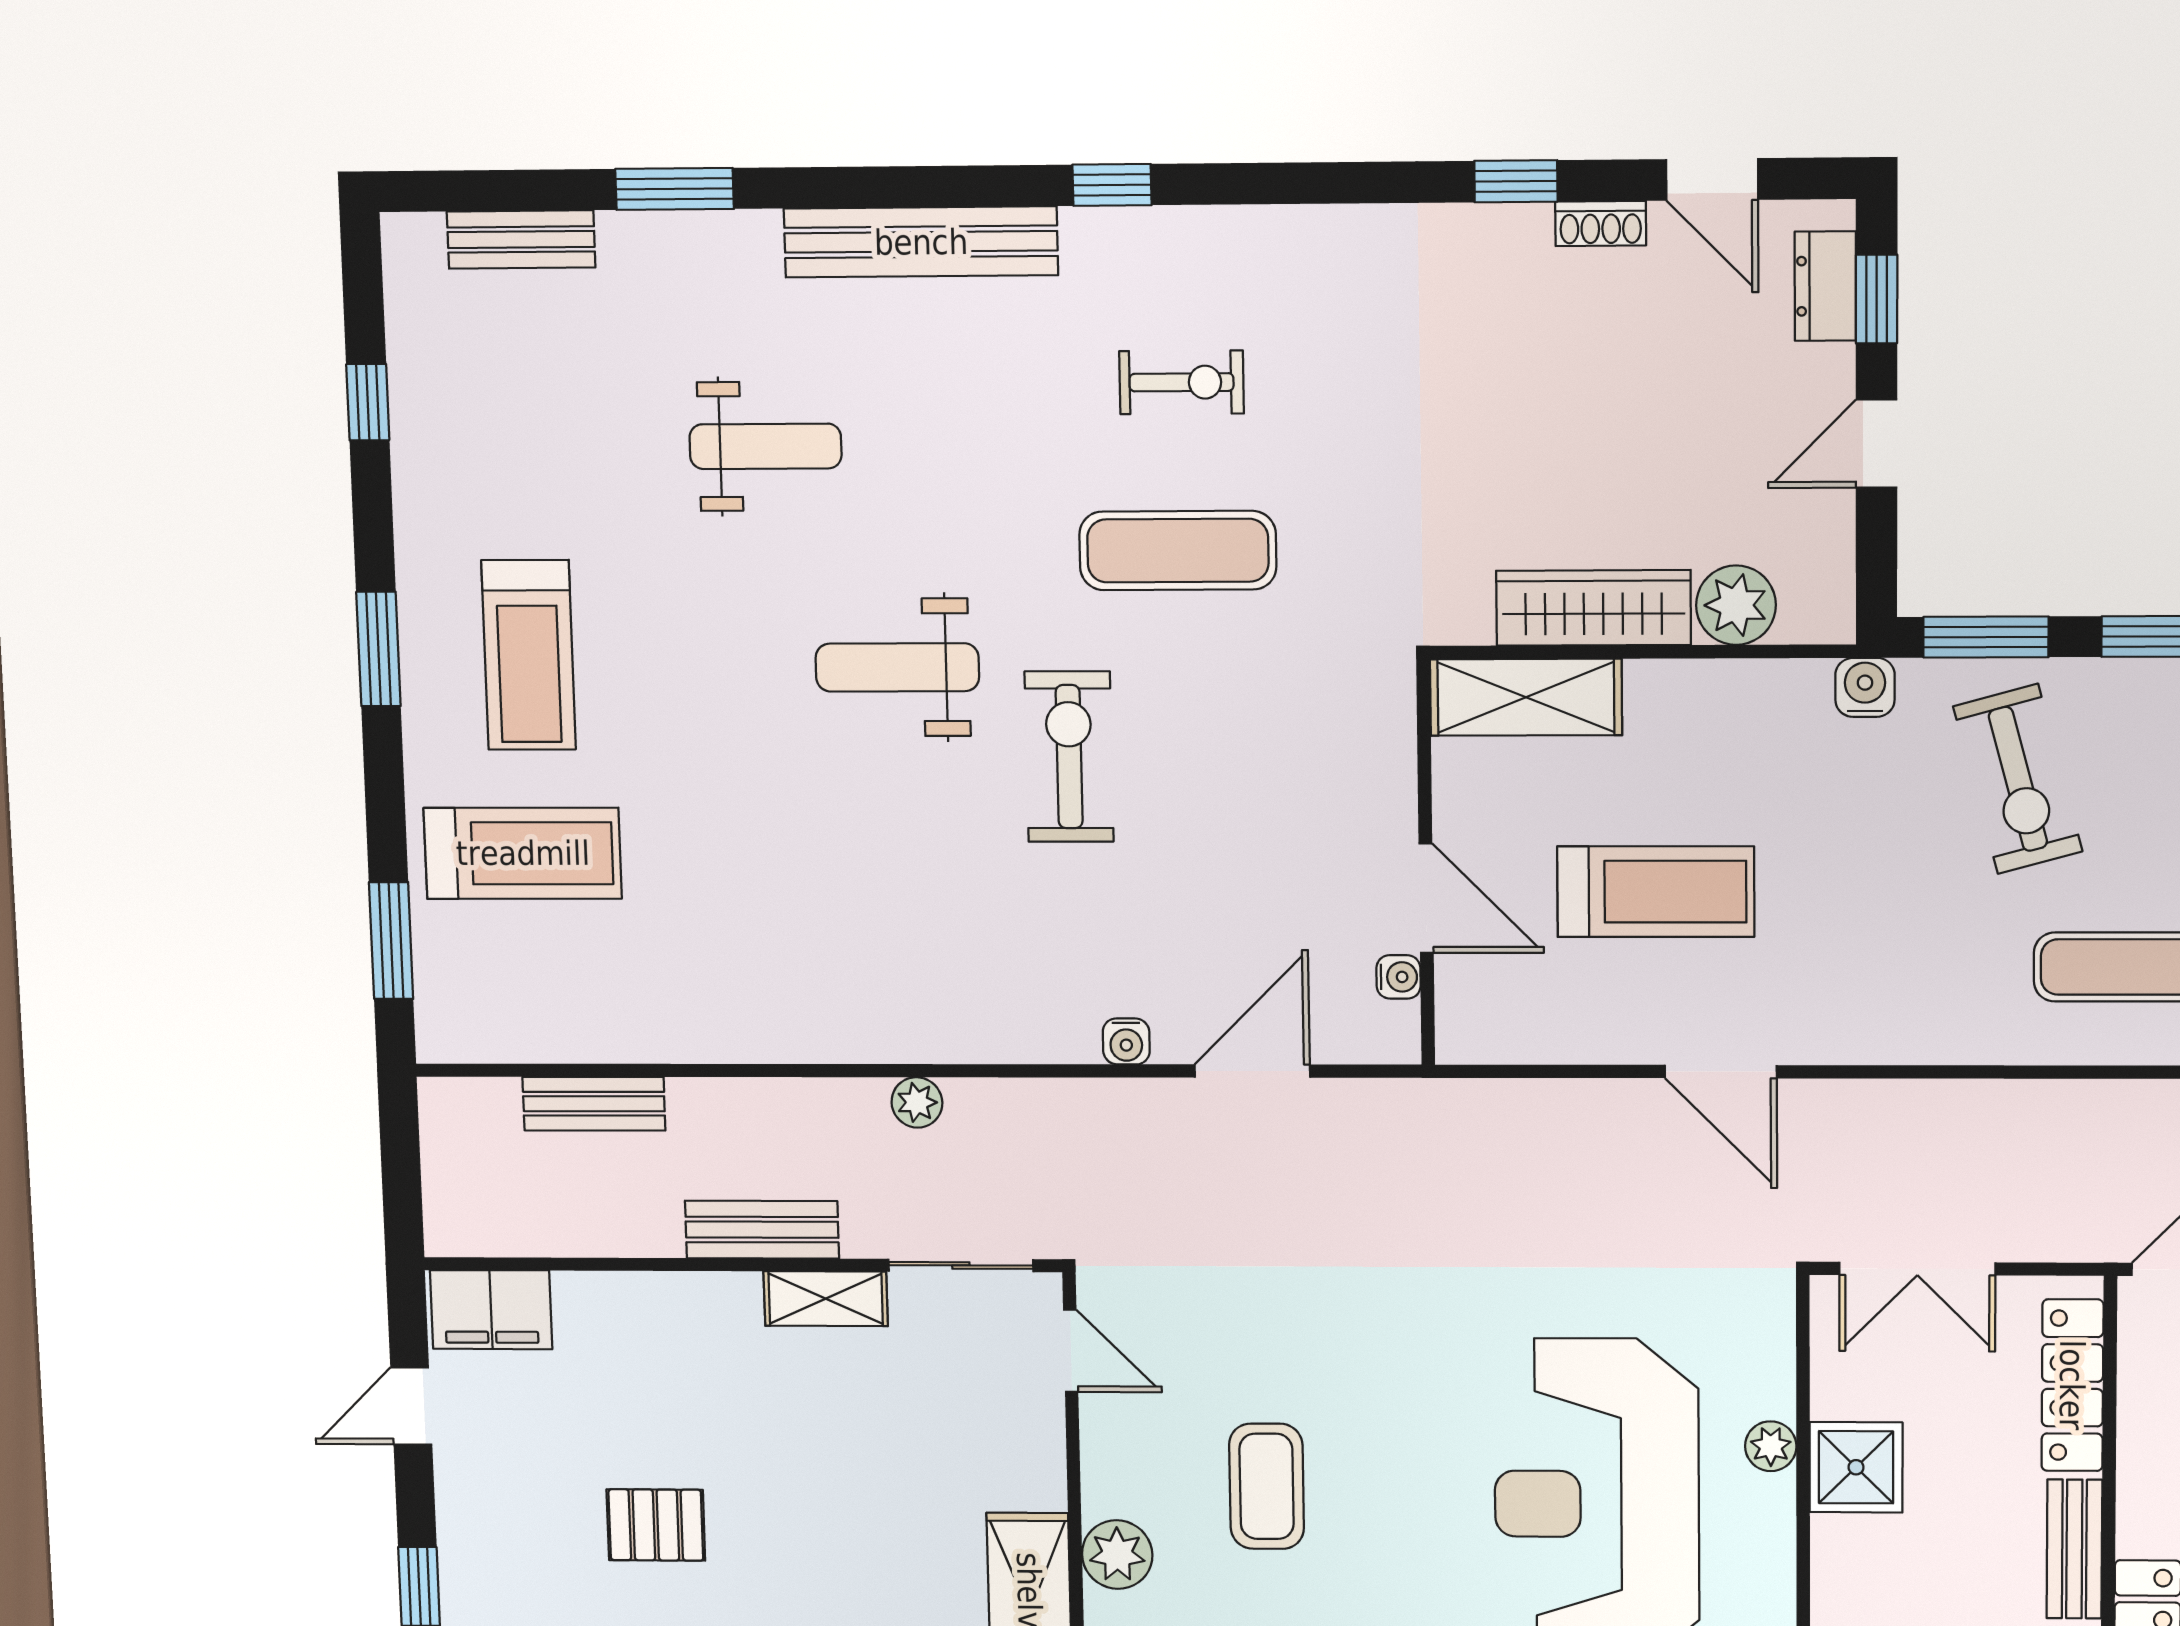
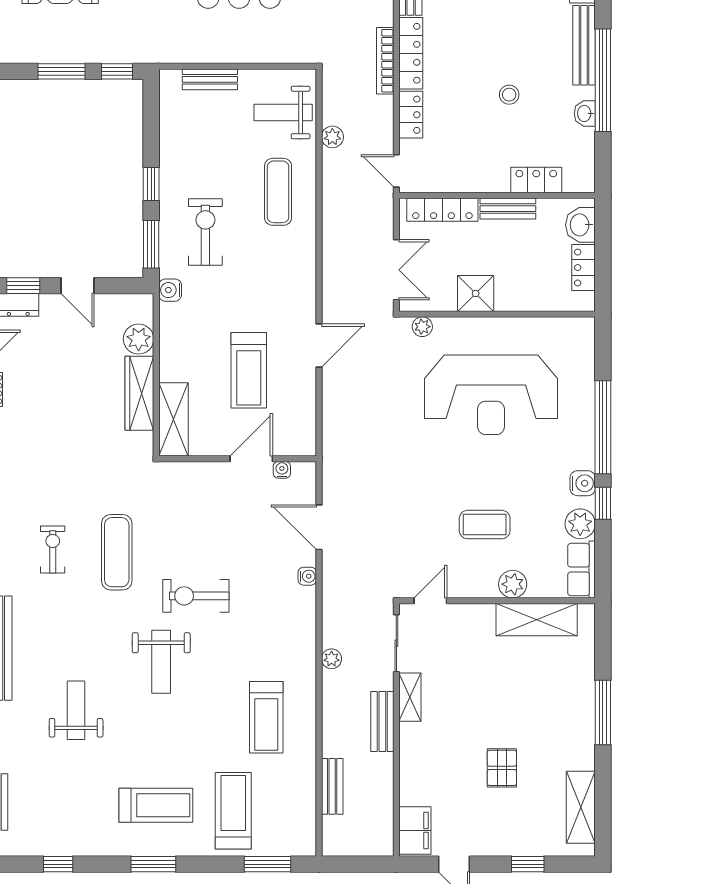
exercise bike: (2018, 779) -> (205, 232), turned -75
treadmill: (1656, 892) -> (249, 370), turned 180
treadmill: (763, 937) -> (266, 717), added
plant: (1771, 1446) -> (422, 327), moved

